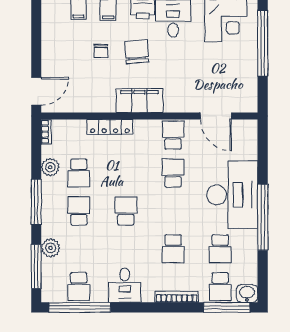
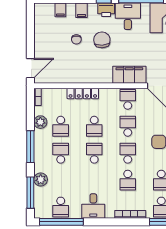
filing cabinet: (140, 101) -> (129, 75), moved
school desk: (126, 173) -> (94, 126), added
school desk: (173, 211) -> (128, 153), added

